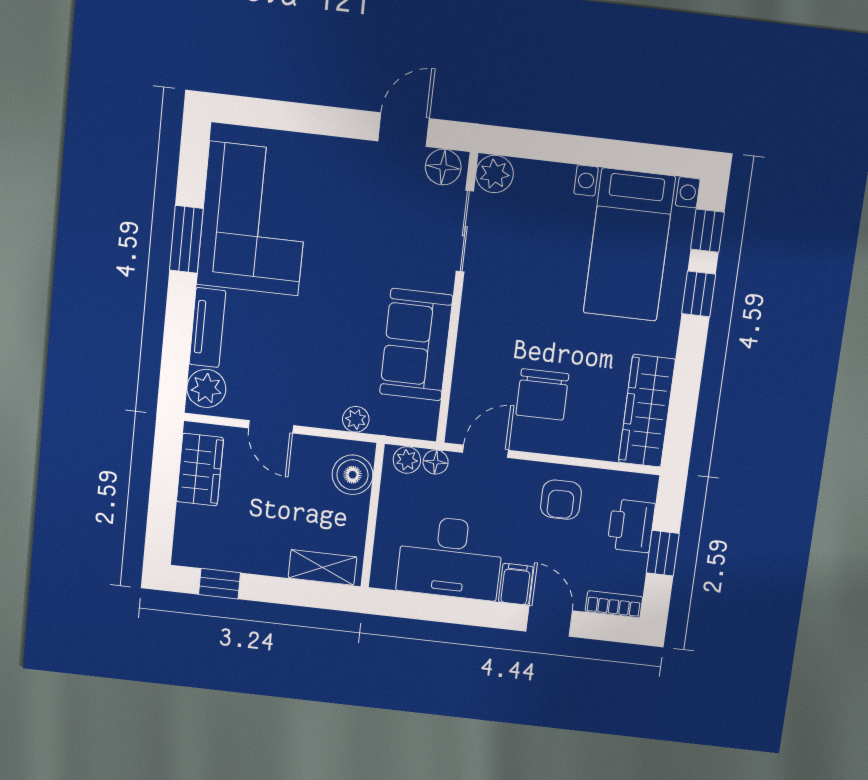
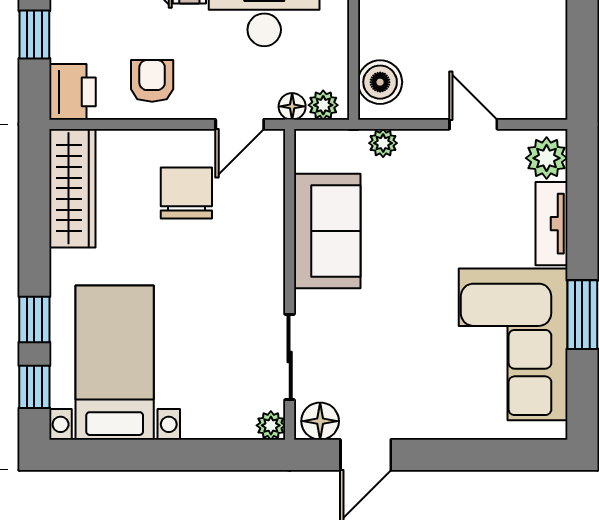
plant: (495, 174) -> (271, 425), width x0.73, depth x0.73
wardrobe: (200, 470) -> (545, 69), removed
printer: (631, 526) -> (73, 92), moved

